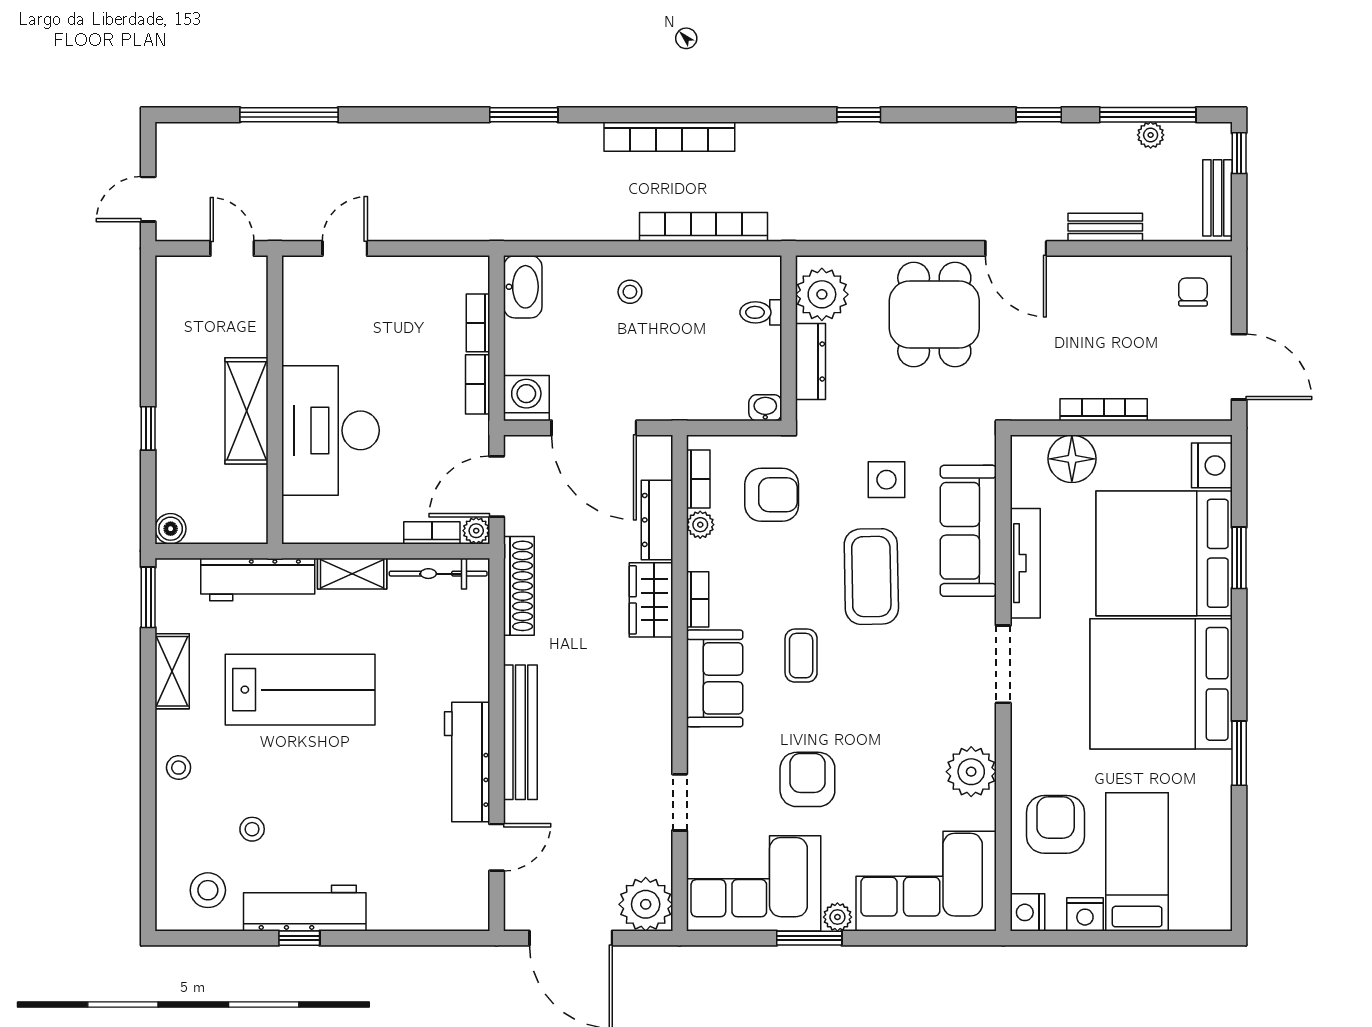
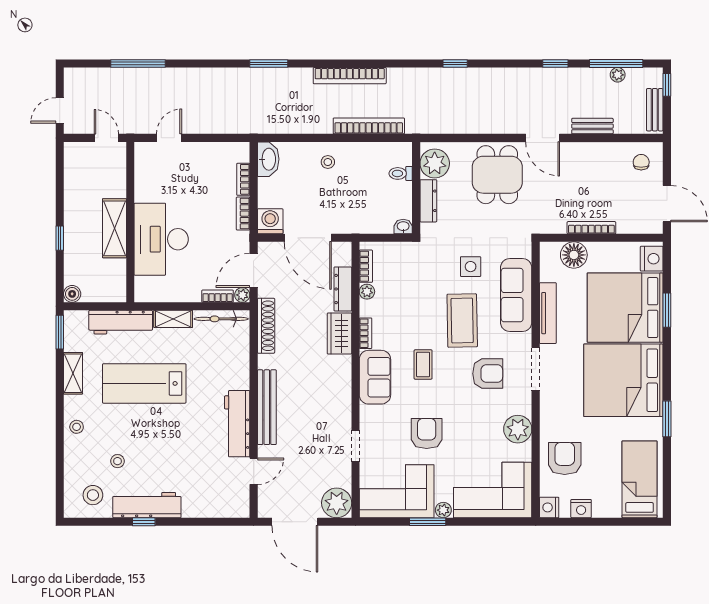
armchair: (772, 495) -> (488, 374), moved
lab bench: (300, 690) -> (144, 383), turned 180
bed: (1137, 862) -> (640, 479), moved

